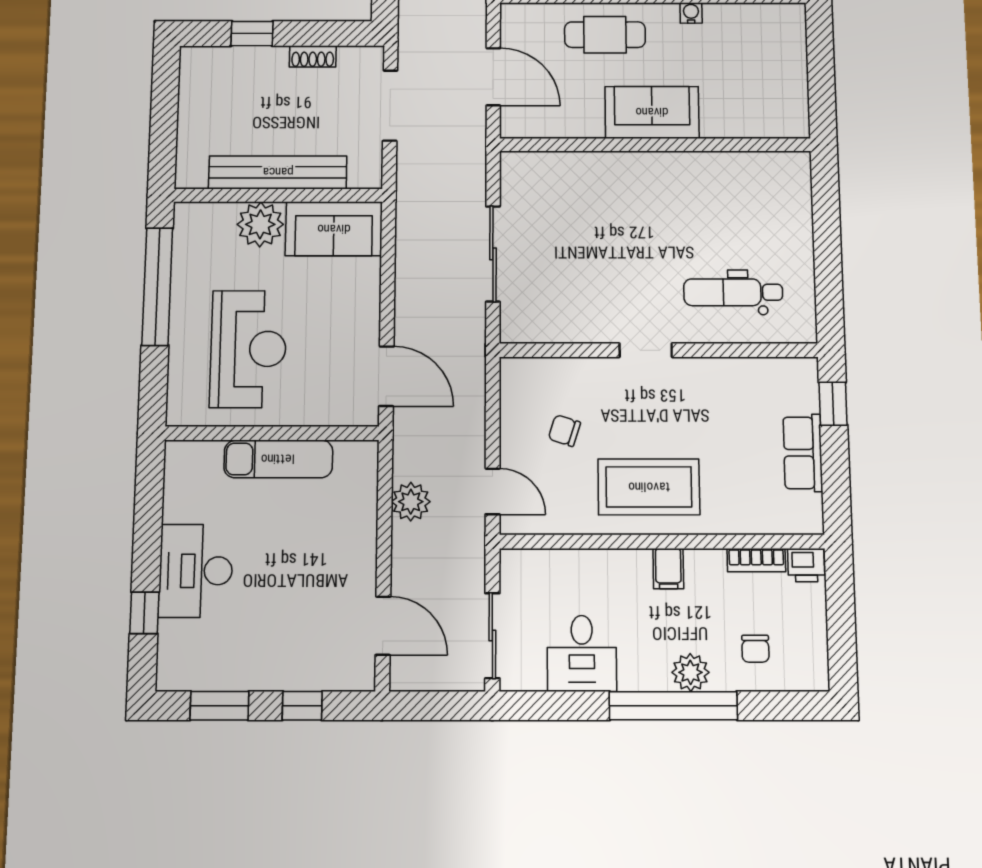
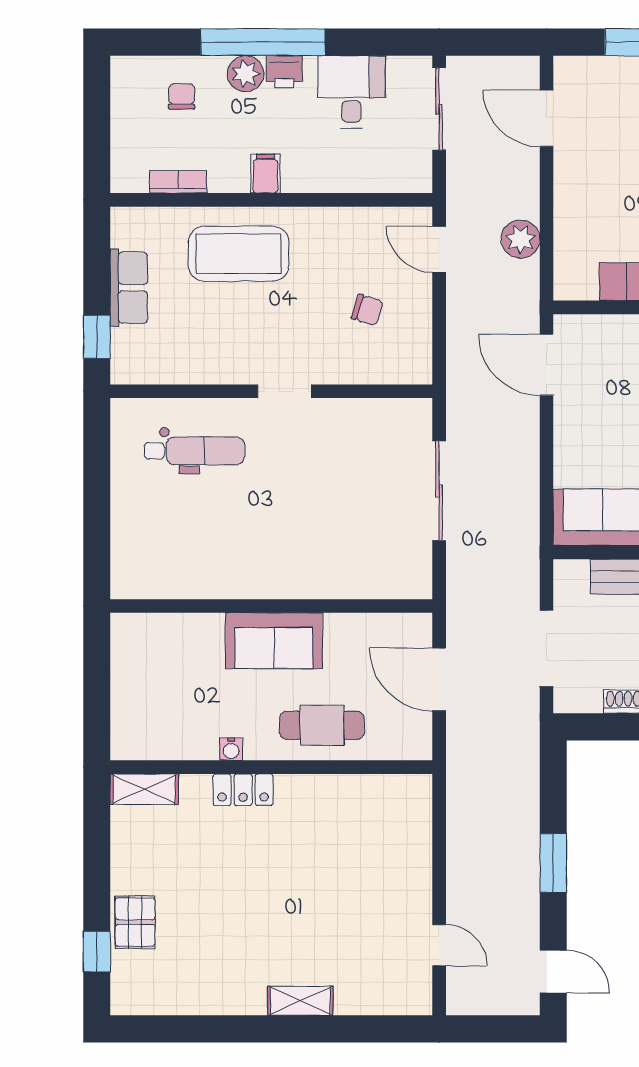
coffee table: (649, 487) -> (239, 254), moved
printer: (806, 565) -> (284, 72), moved, turned 180

